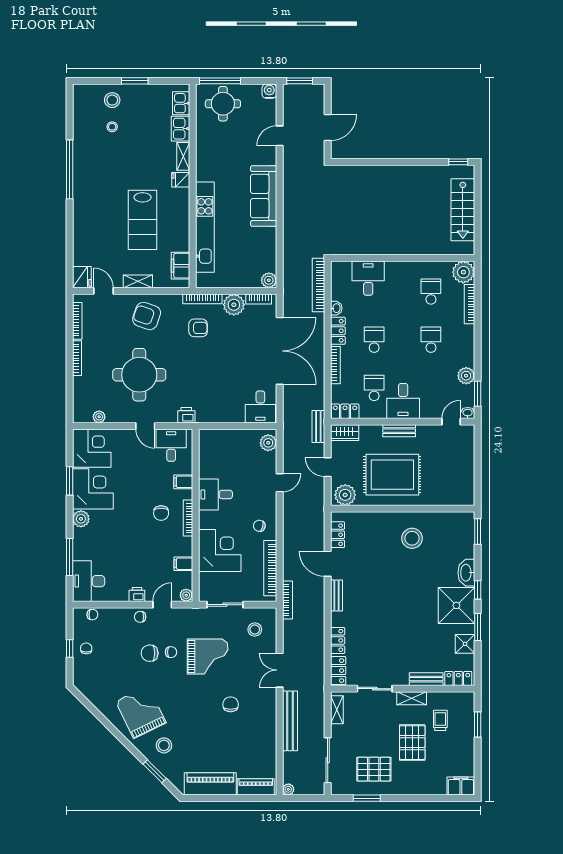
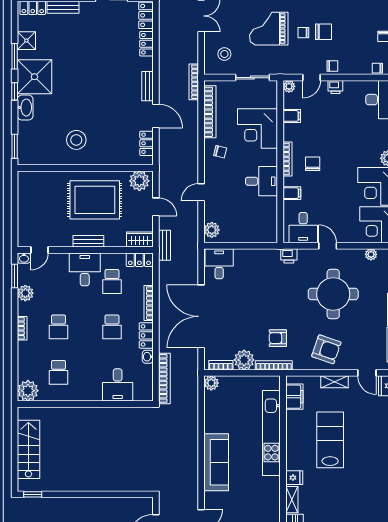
bookcase: (470, 304) -> (22, 328), moved, width x0.64

